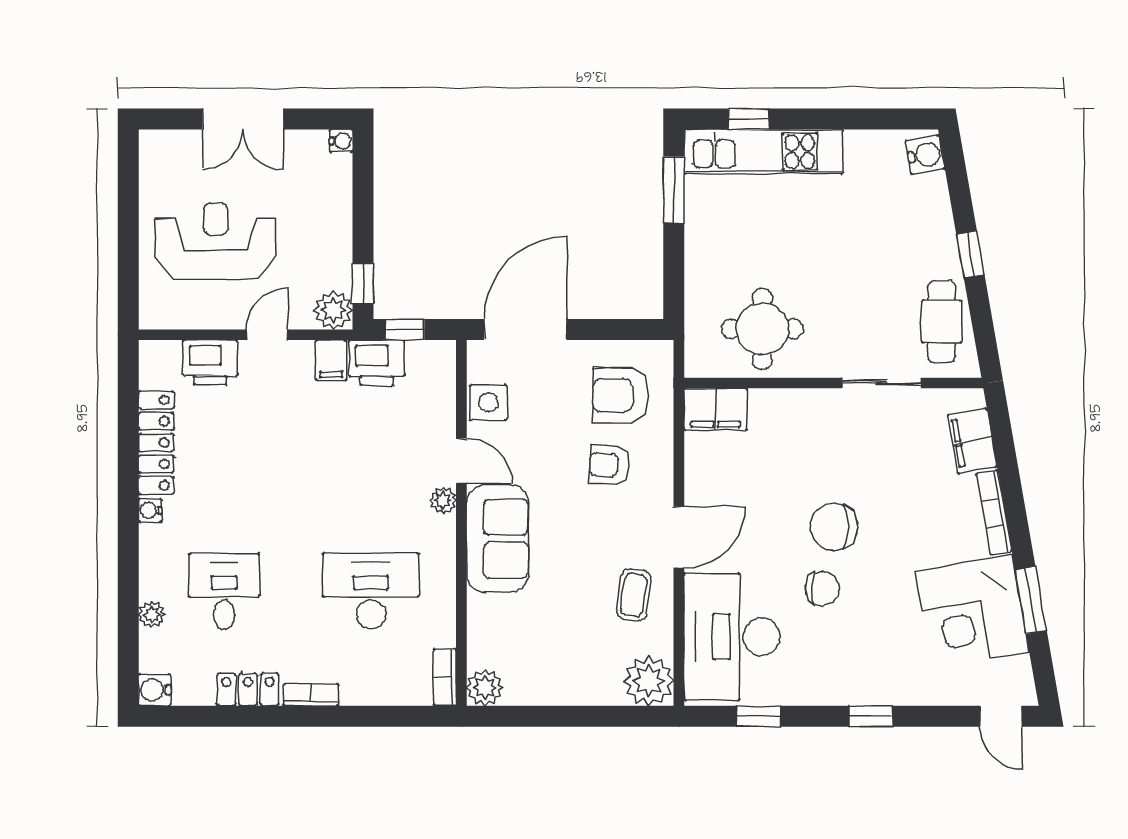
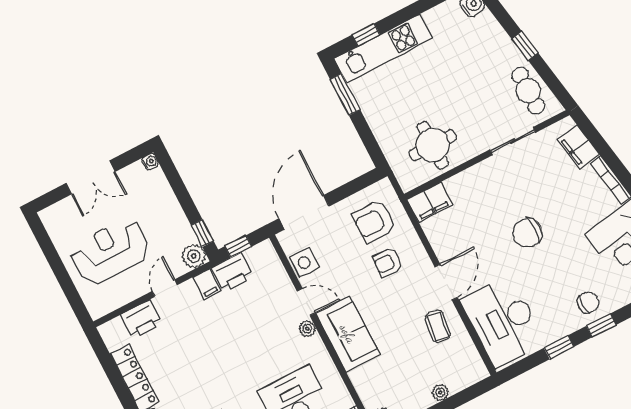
chair: (822, 588) -> (588, 303), moved
plant: (649, 681) -> (440, 392), moved, width x0.53, depth x0.53
window: (758, 716) -> (559, 347), moved

